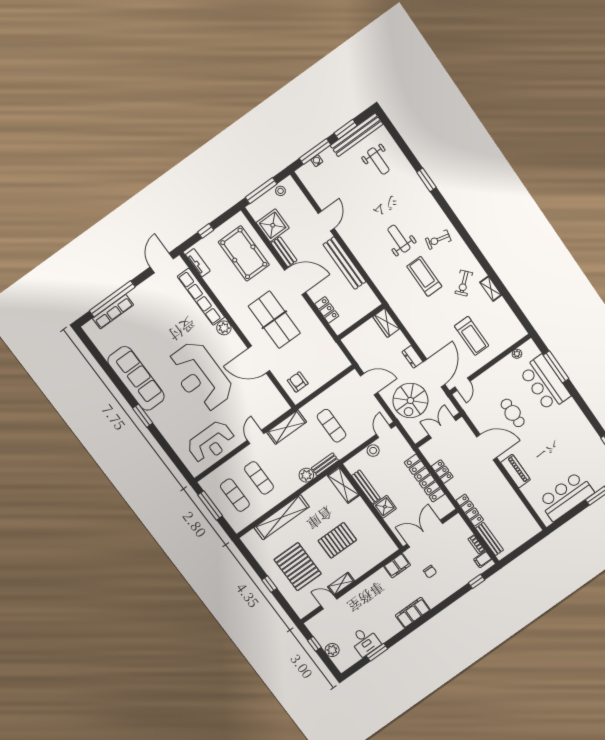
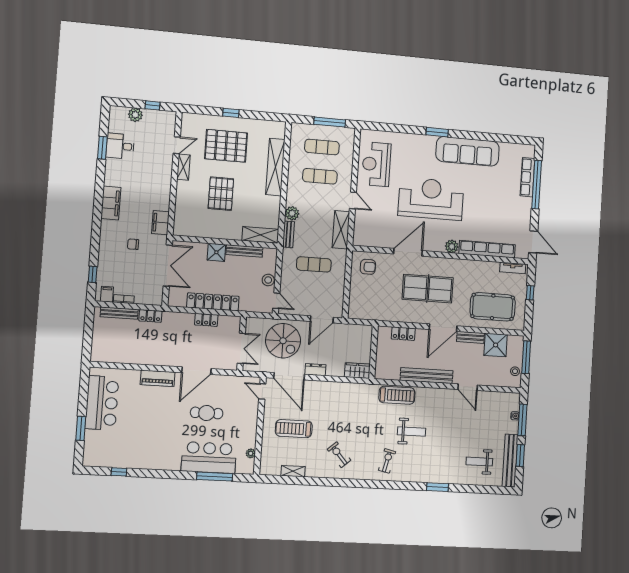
treadmill: (424, 276) -> (397, 395), moved
shelving: (491, 289) -> (293, 471), moved
spiral stairs: (410, 400) -> (283, 341), turned 180
locker: (470, 510) -> (150, 316), width x0.66

